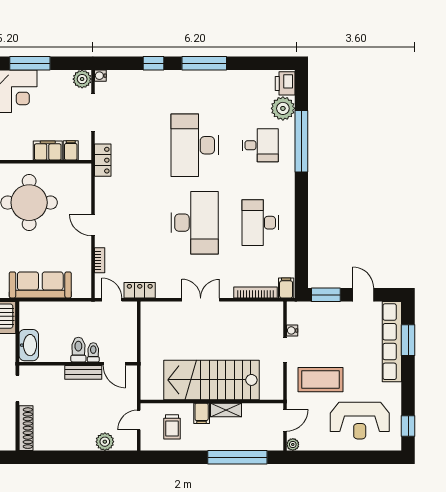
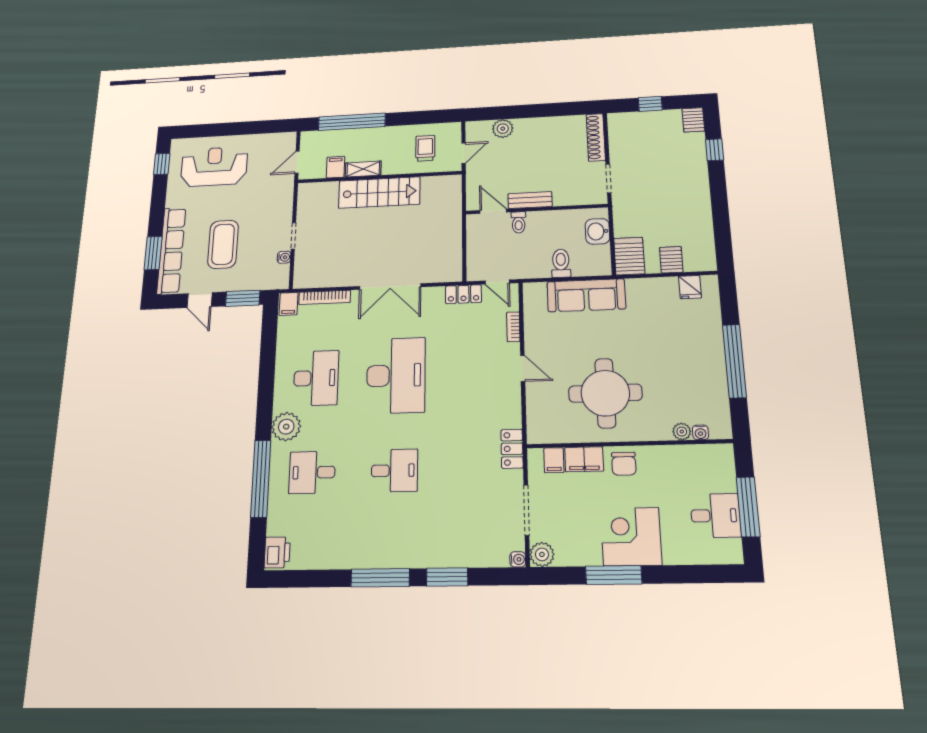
window: (153, 63) -> (447, 577), width x1.50
plant: (283, 108) -> (286, 427), moved
desk: (195, 145) -> (394, 470), width x0.53, depth x0.77
chair: (18, 146) -> (624, 464), added
desk: (195, 223) -> (396, 375), turned 180
double door: (201, 300) -> (390, 287), width x1.37
washbasin: (29, 345) -> (597, 231), width x0.72
toilet: (78, 350) -> (561, 263), moved, turned 180
stairs: (212, 380) -> (379, 193), width x0.73, depth x0.66
coffee table: (321, 380) -> (223, 244), moved, turned 90
filing cabinet: (202, 413) -> (336, 167), moved
plant: (293, 444) -> (290, 138), removed

